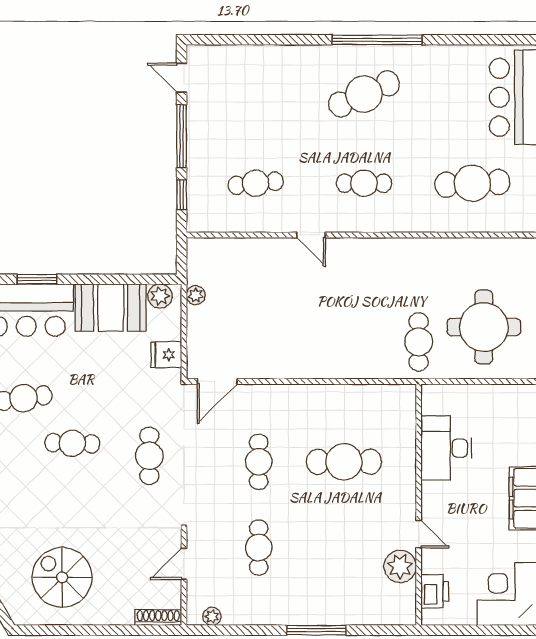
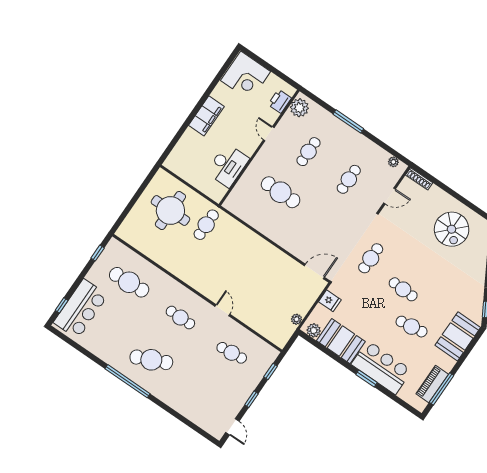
window: (182, 136) -> (251, 399), width x0.46
cafe table: (259, 462) -> (308, 152), moved
plant: (400, 566) -> (299, 108), moved

